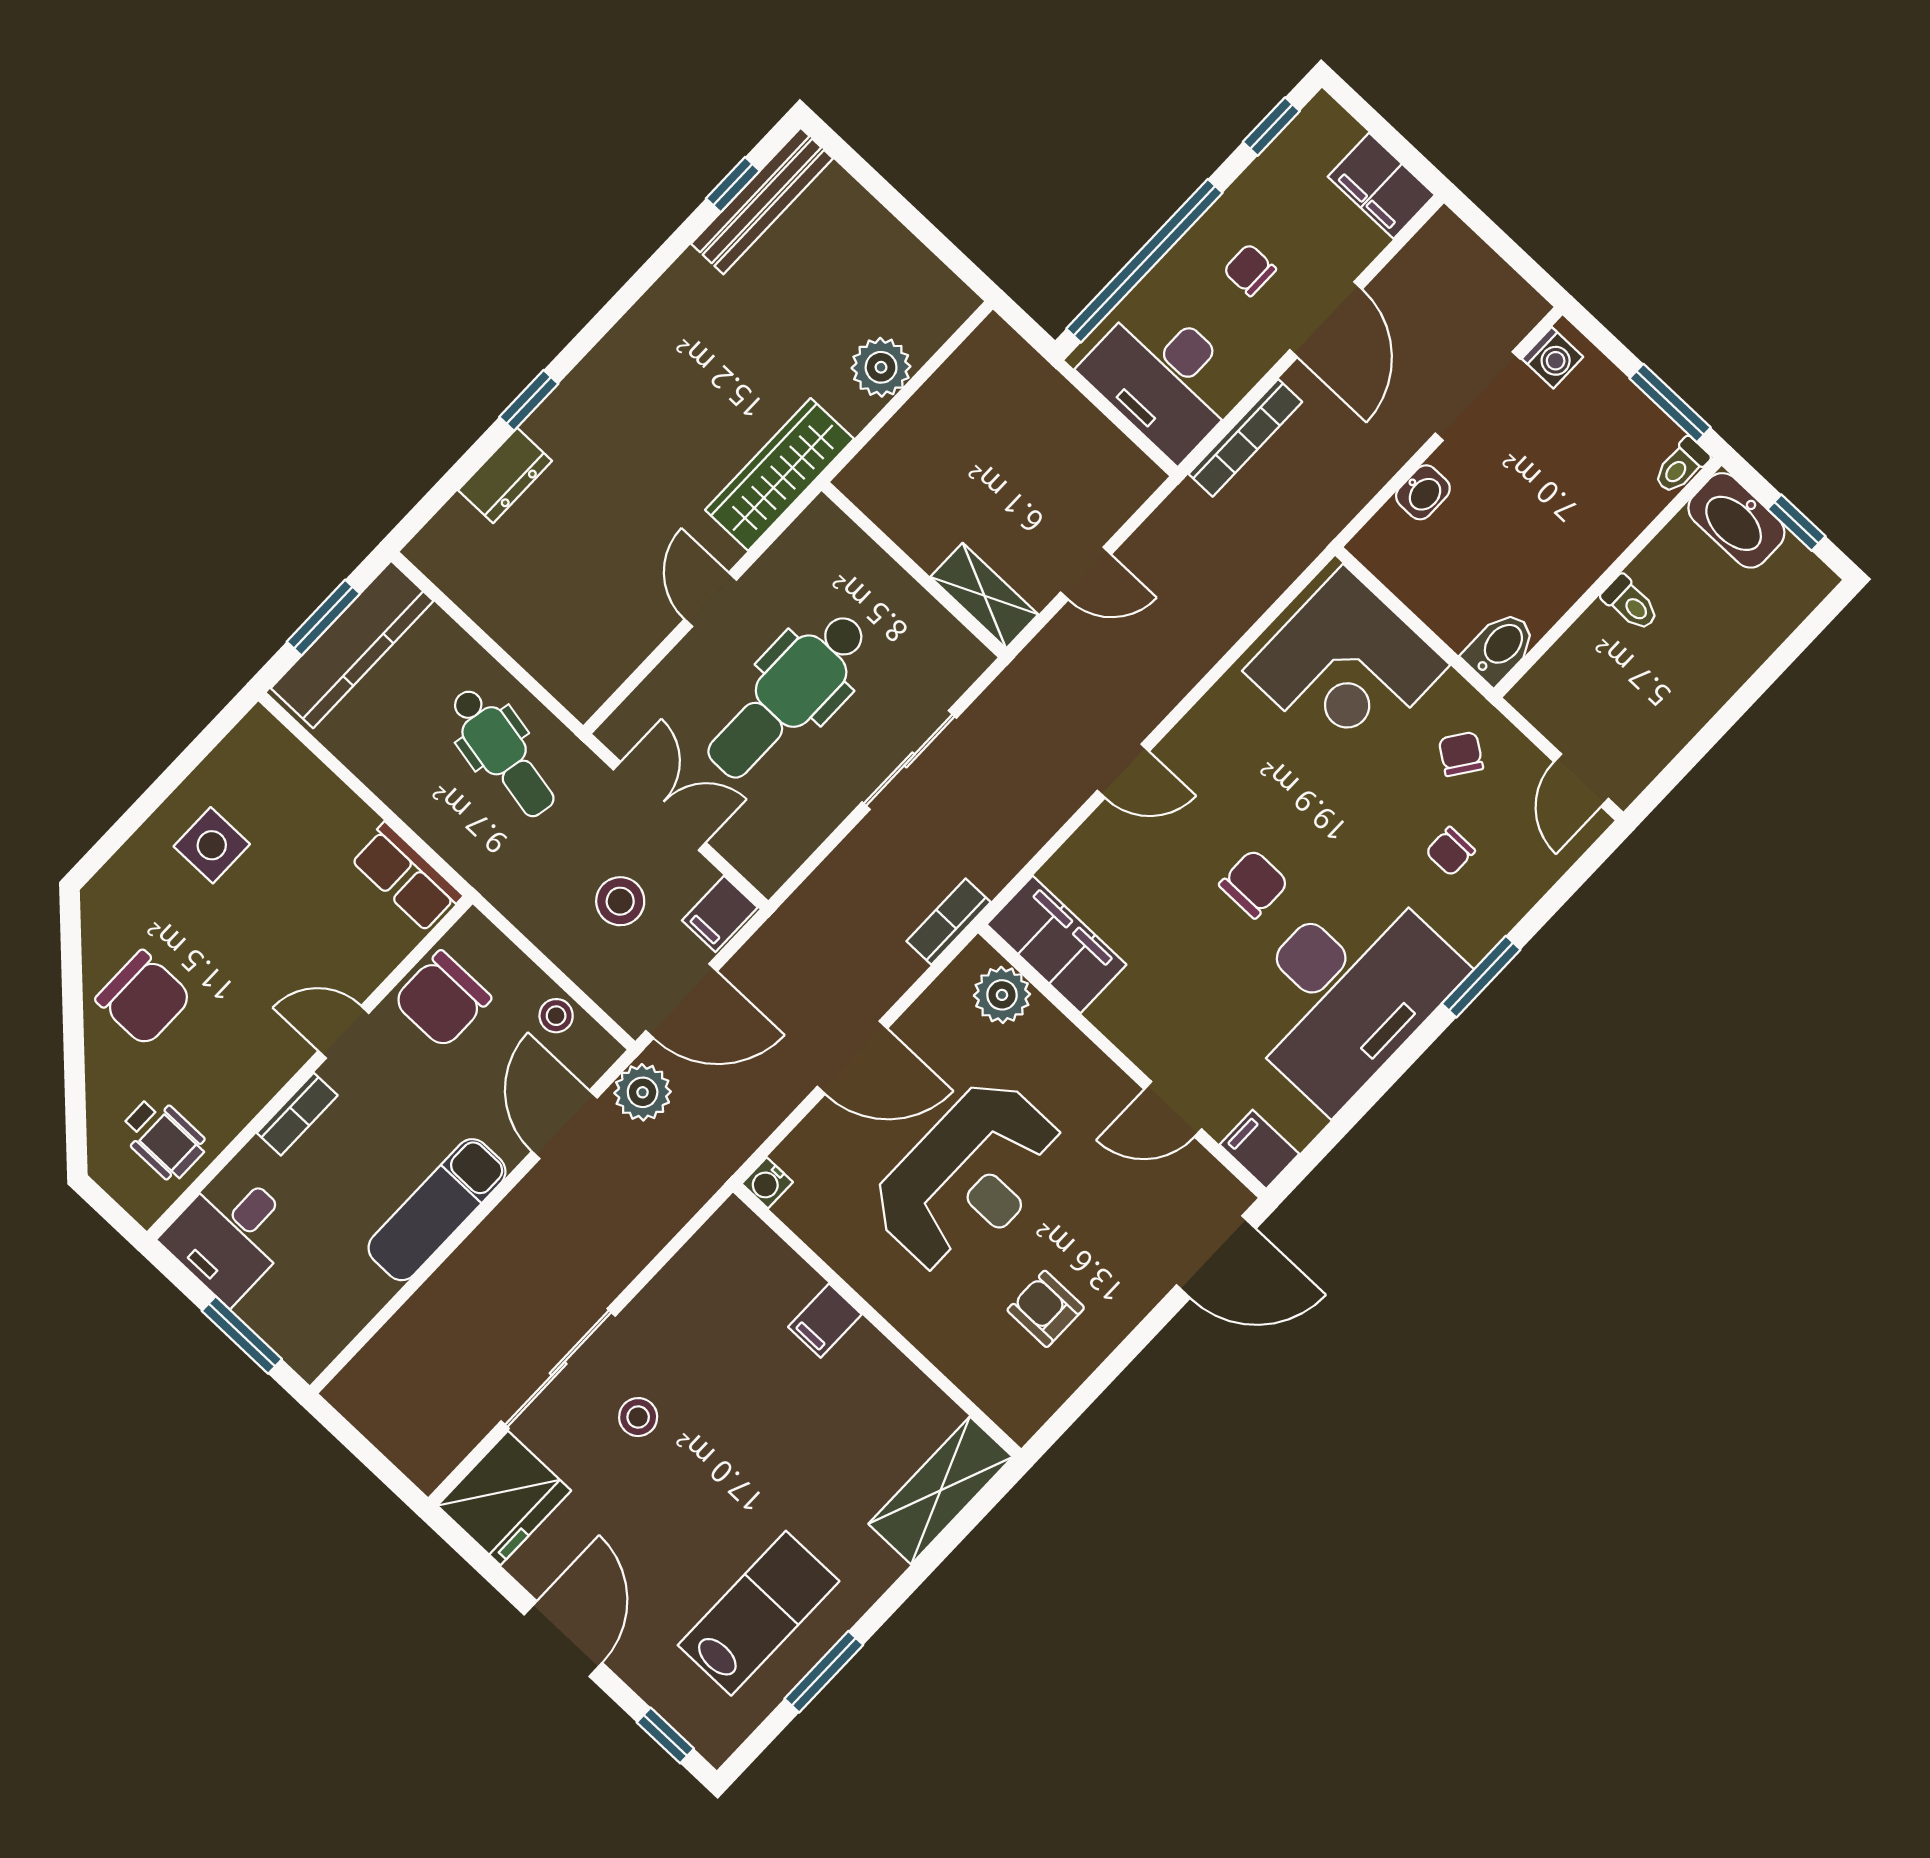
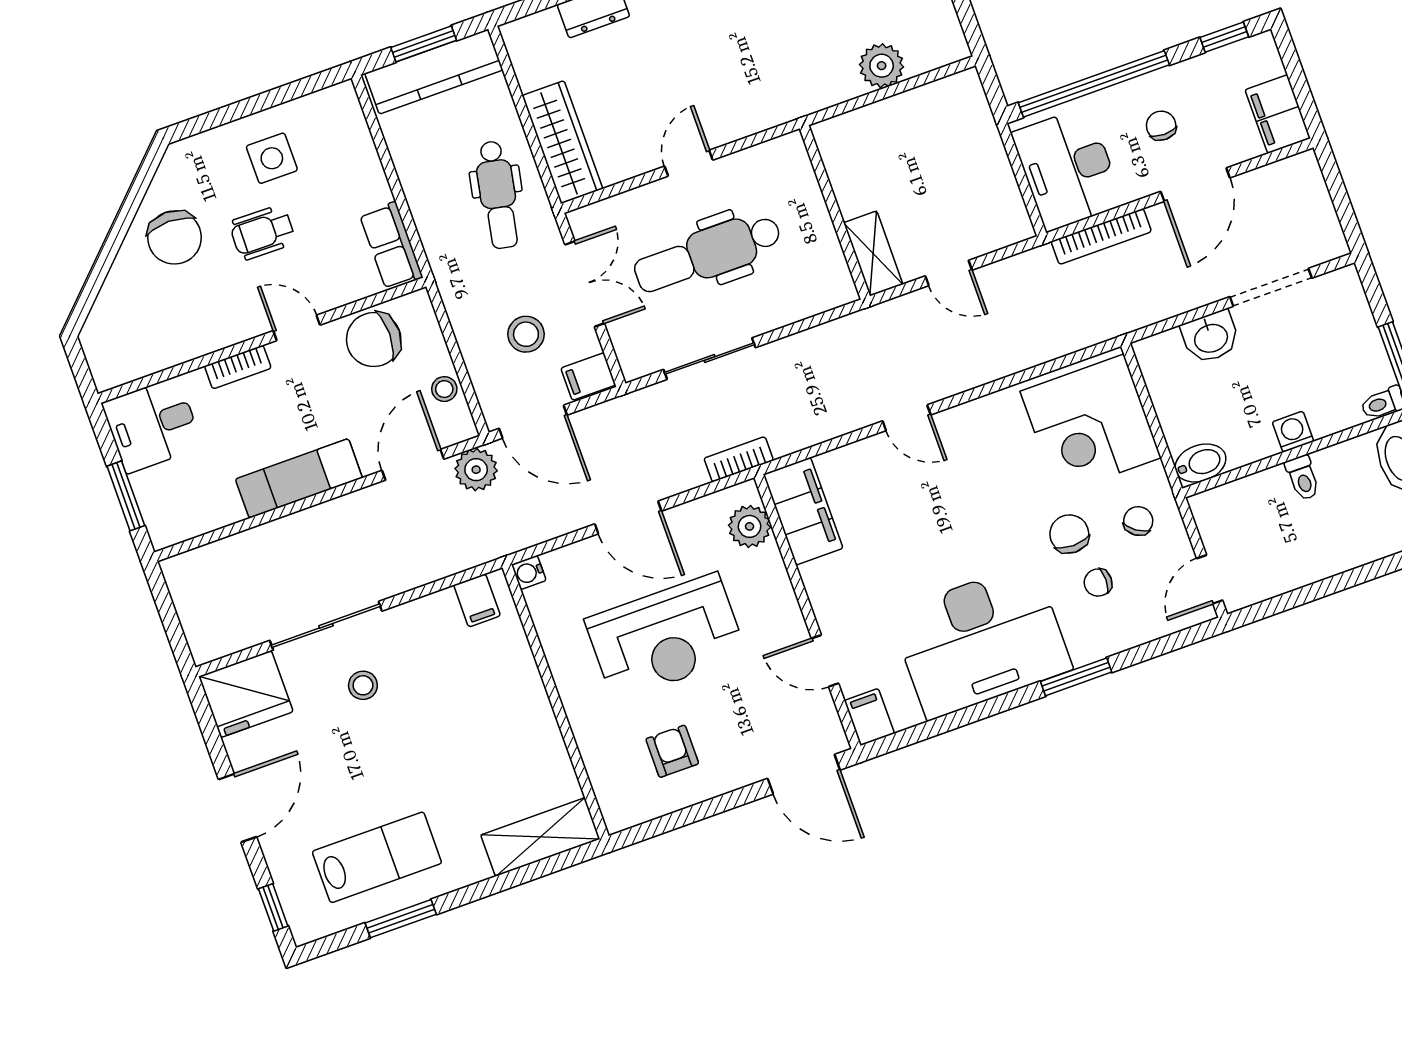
washing machine: (1552, 358) -> (1293, 432), moved, turned 180
wardrobe: (779, 474) -> (562, 142), moved, turned 90
washbasin: (1423, 492) -> (1211, 337), width x1.38, depth x1.45
sliding door: (909, 760) -> (710, 359), moved
chair: (1254, 884) -> (1069, 534), moved, turned -90
wheelchair: (163, 1138) -> (263, 232), moved, turned 91
filing cabinet: (825, 1321) -> (477, 600), moved, turned -90

